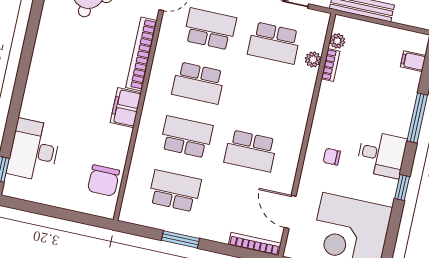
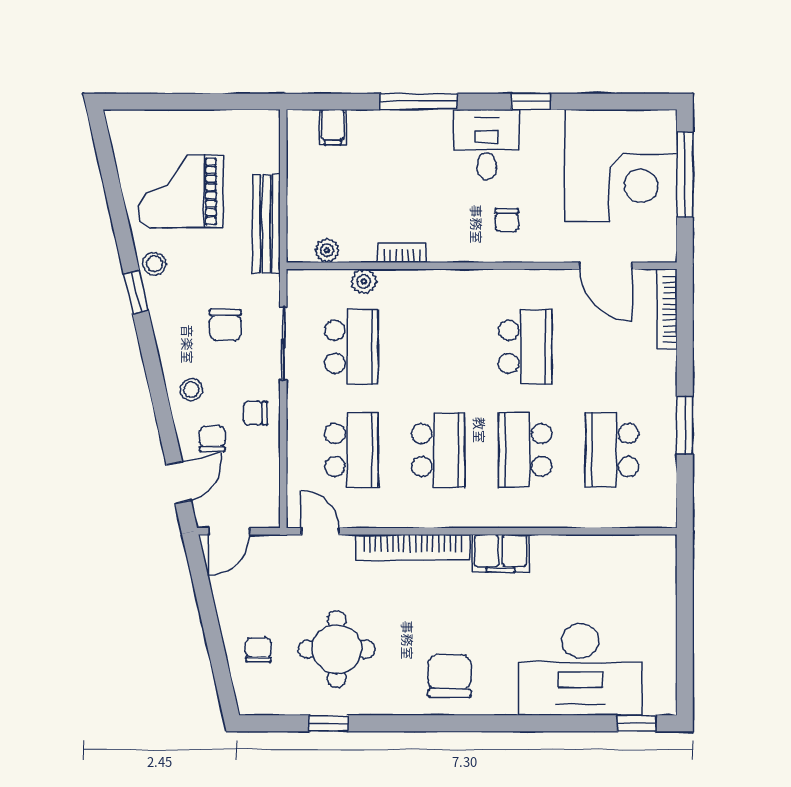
school desk: (210, 29) -> (351, 450), turned 180
bookcase: (331, 65) -> (402, 253), moved
desk: (34, 150) -> (580, 669), width x1.36, depth x1.30
chair: (103, 181) -> (449, 676), moved, turned -90
door: (290, 212) -> (606, 266), hinge flipped

